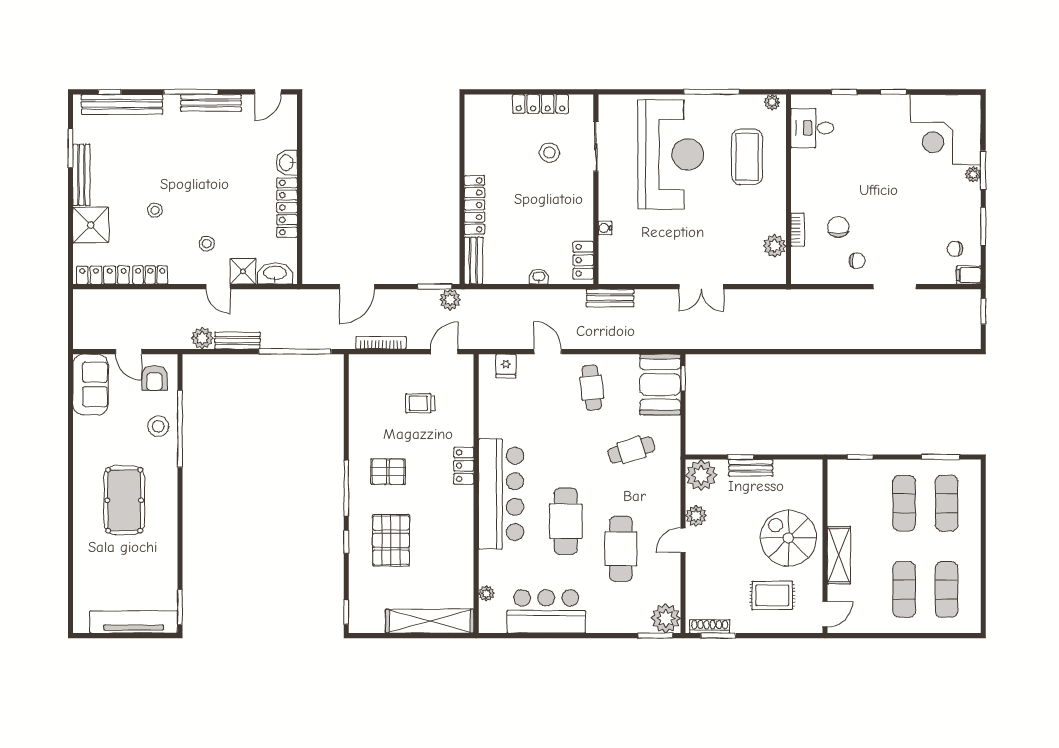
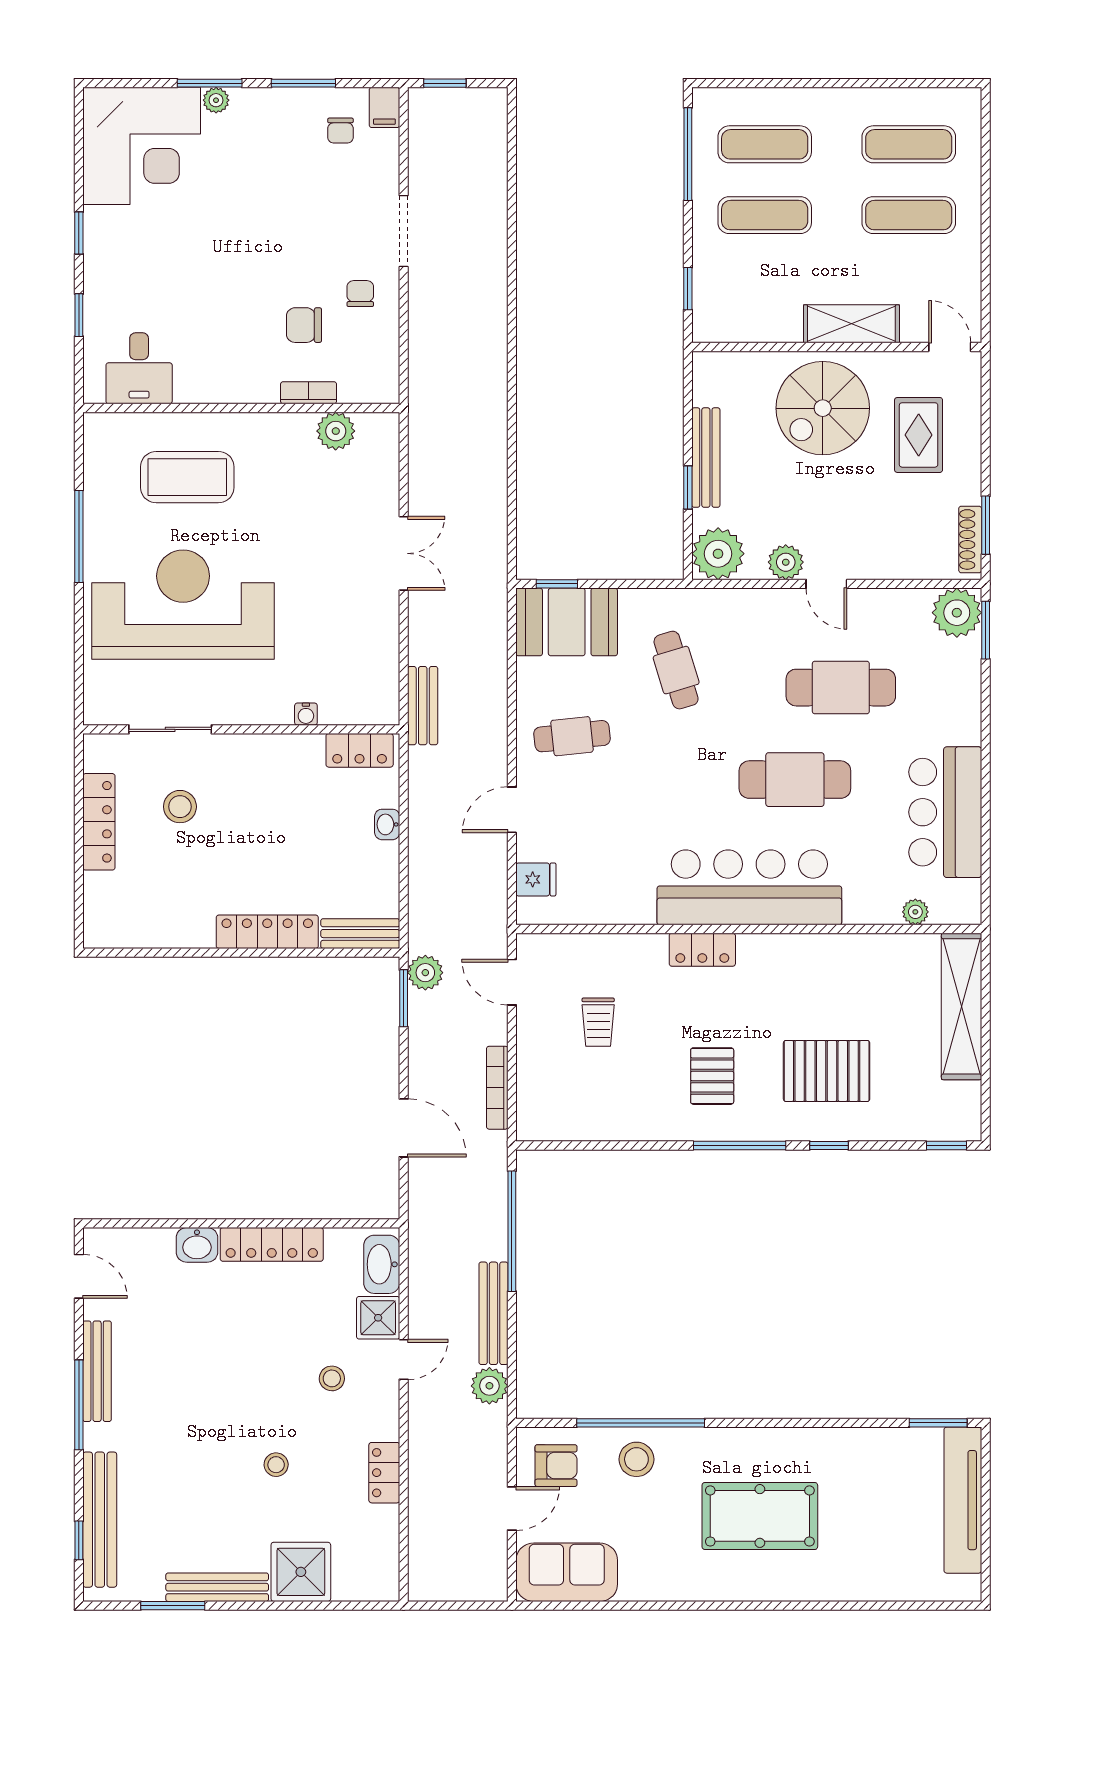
plant: (772, 102) -> (96, 435), removed
locker: (103, 275) -> (384, 1552), removed
bench: (238, 341) -> (493, 1313), width x1.36
window: (941, 457) -> (688, 154), width x1.44
bench: (751, 468) -> (706, 458), width x1.36

